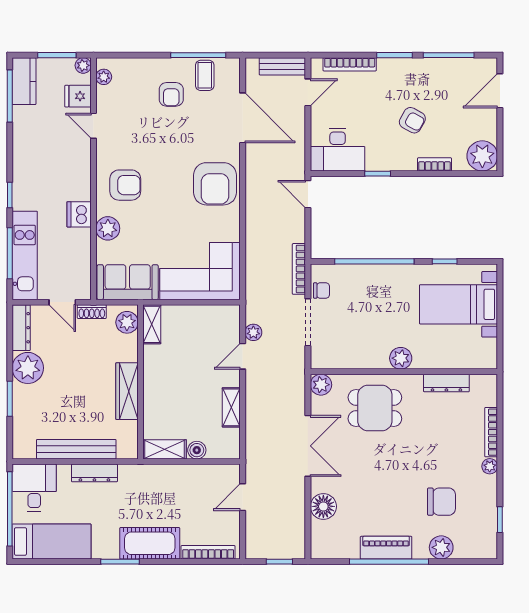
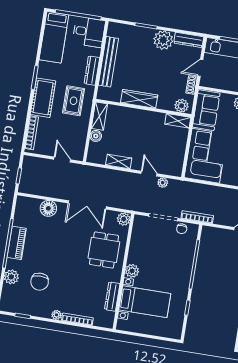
bed with nightstands: (459, 304) -> (145, 302), moved, turned 90
rug: (147, 494) -> (74, 101), added

